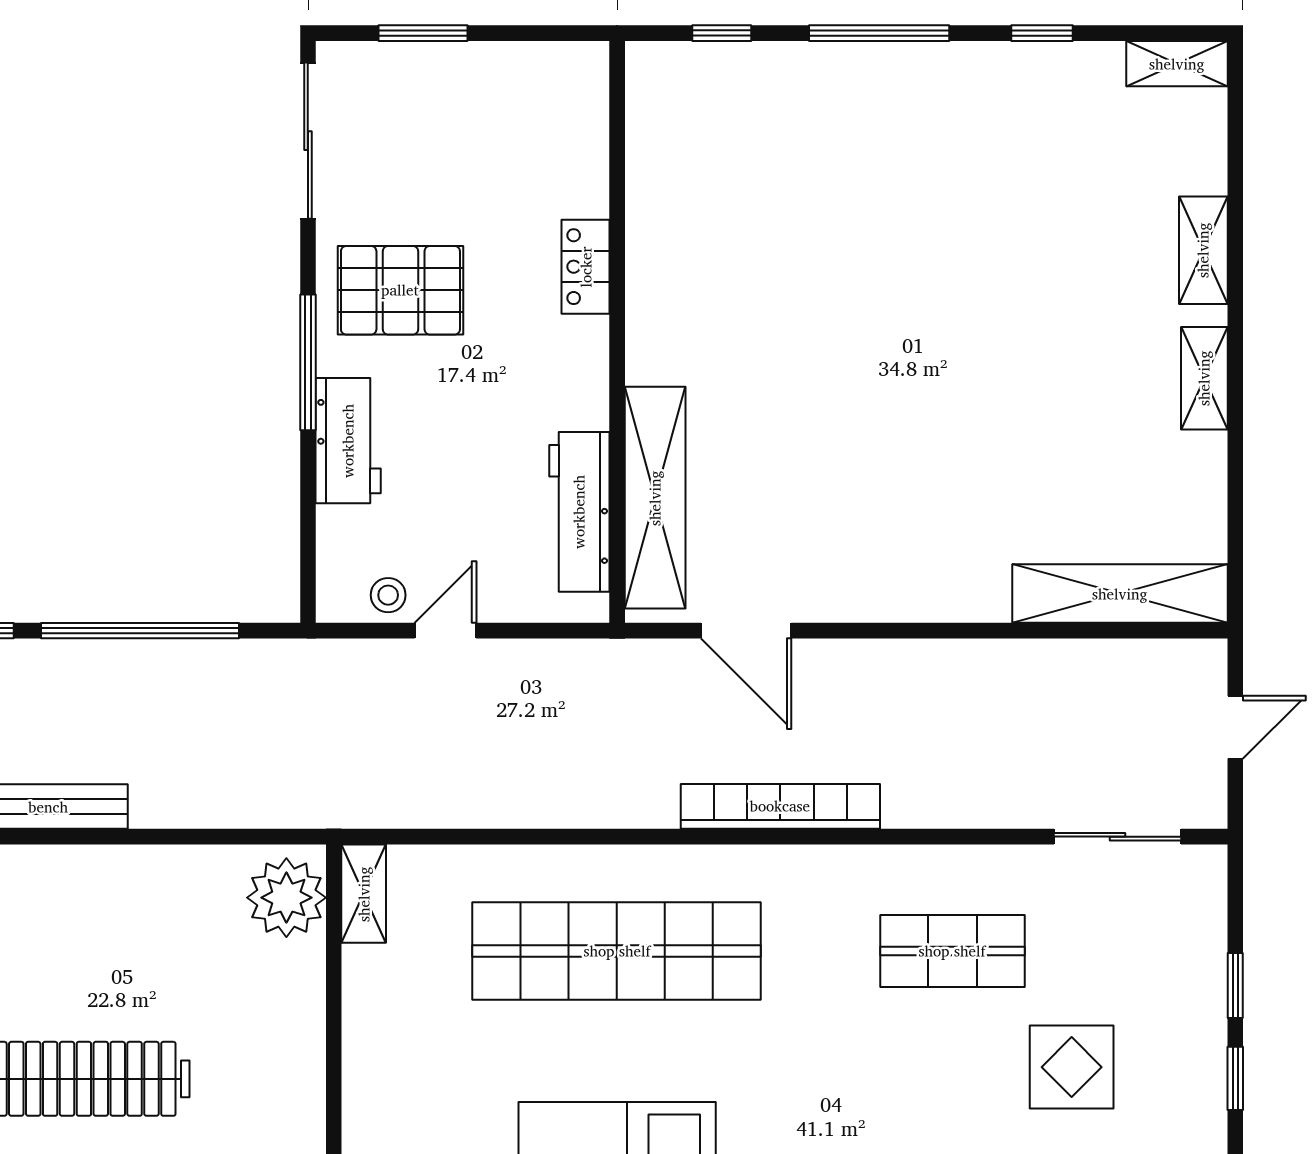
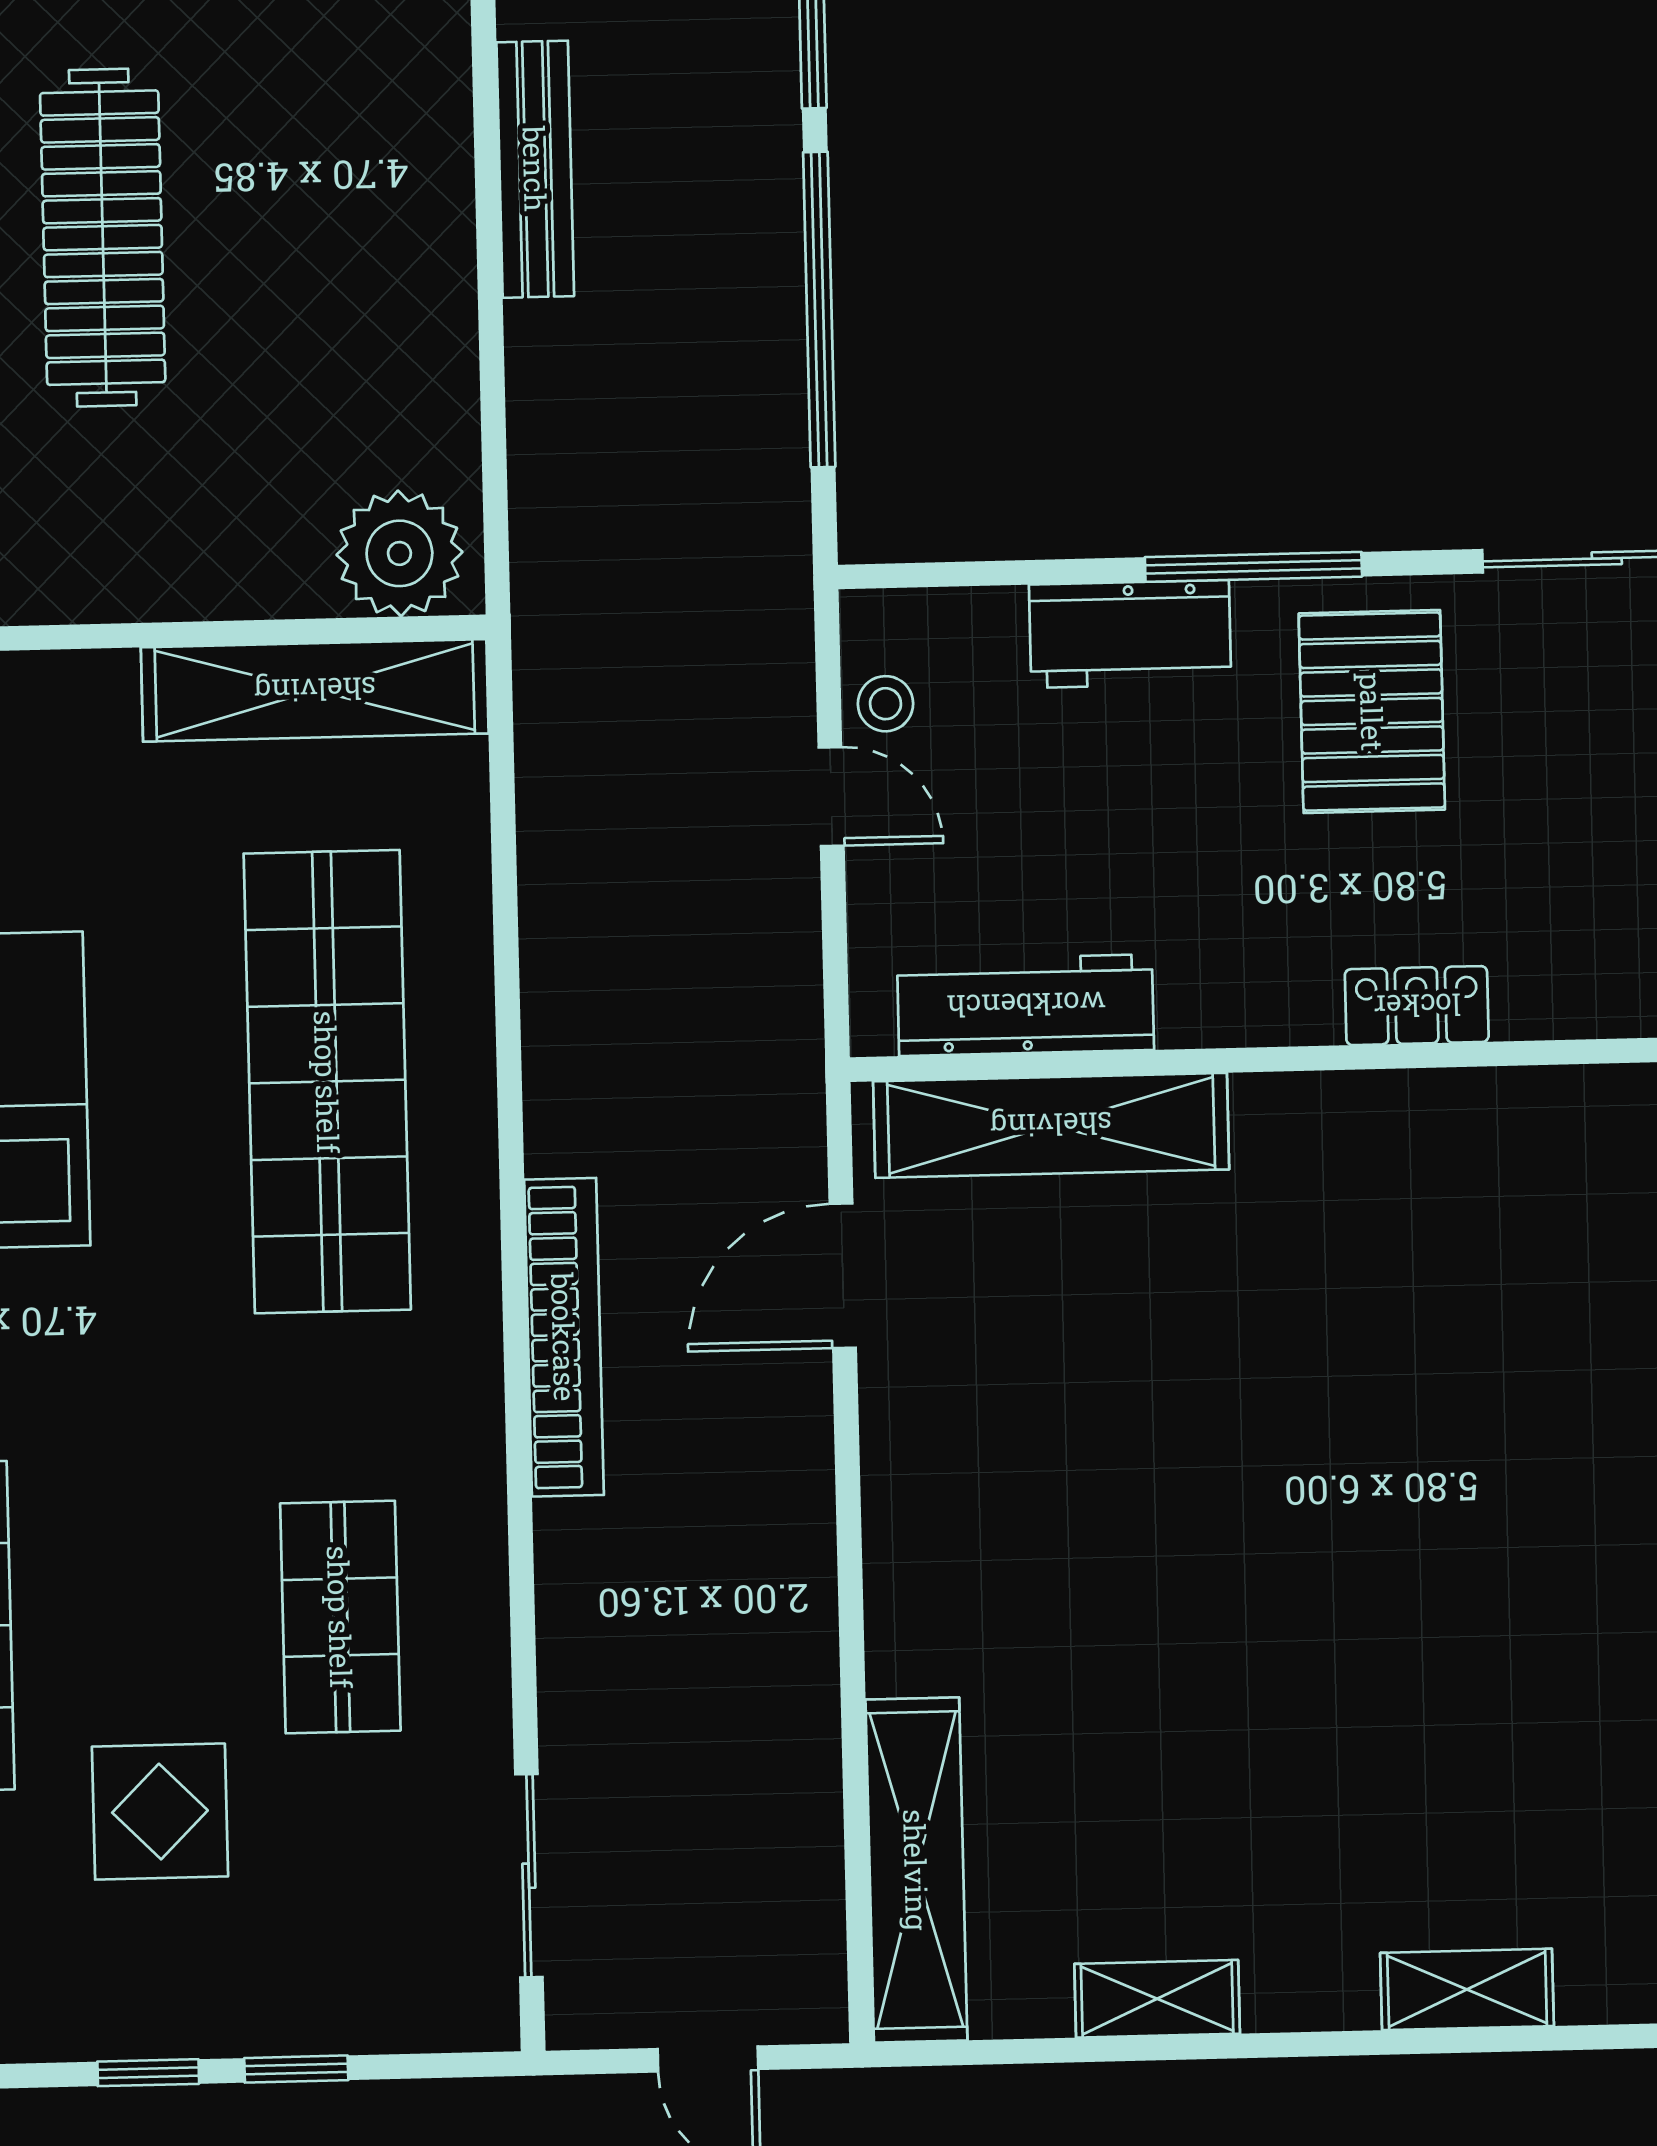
shelving: (1204, 378) -> (1157, 1999), moved
shelving: (364, 894) -> (315, 690), width x2.20, depth x1.33

